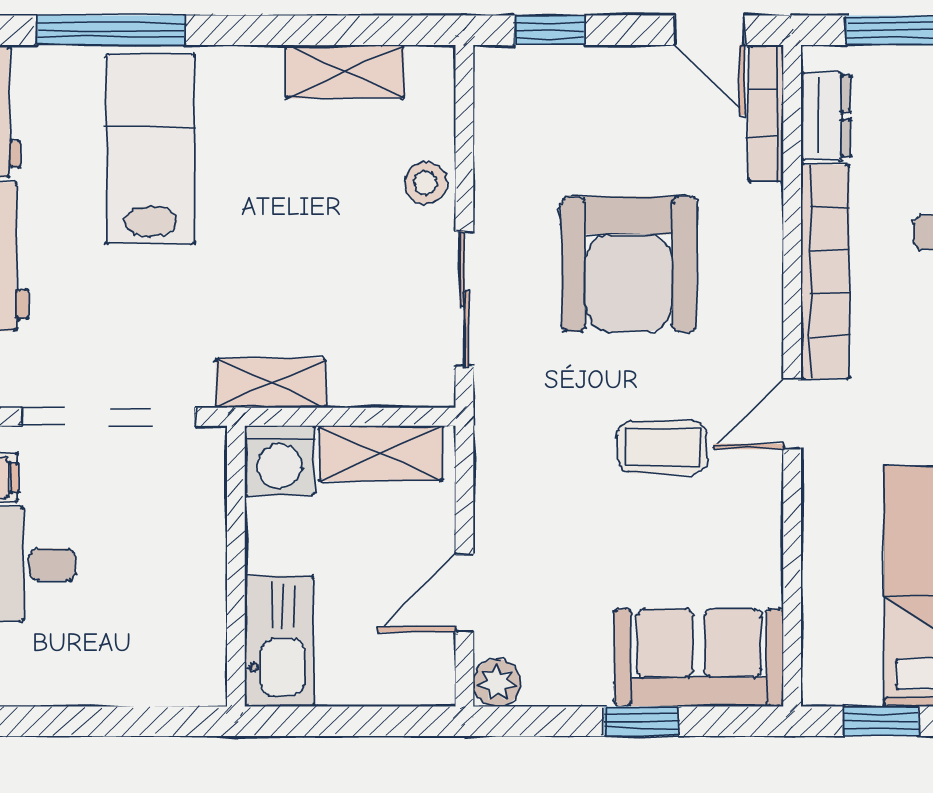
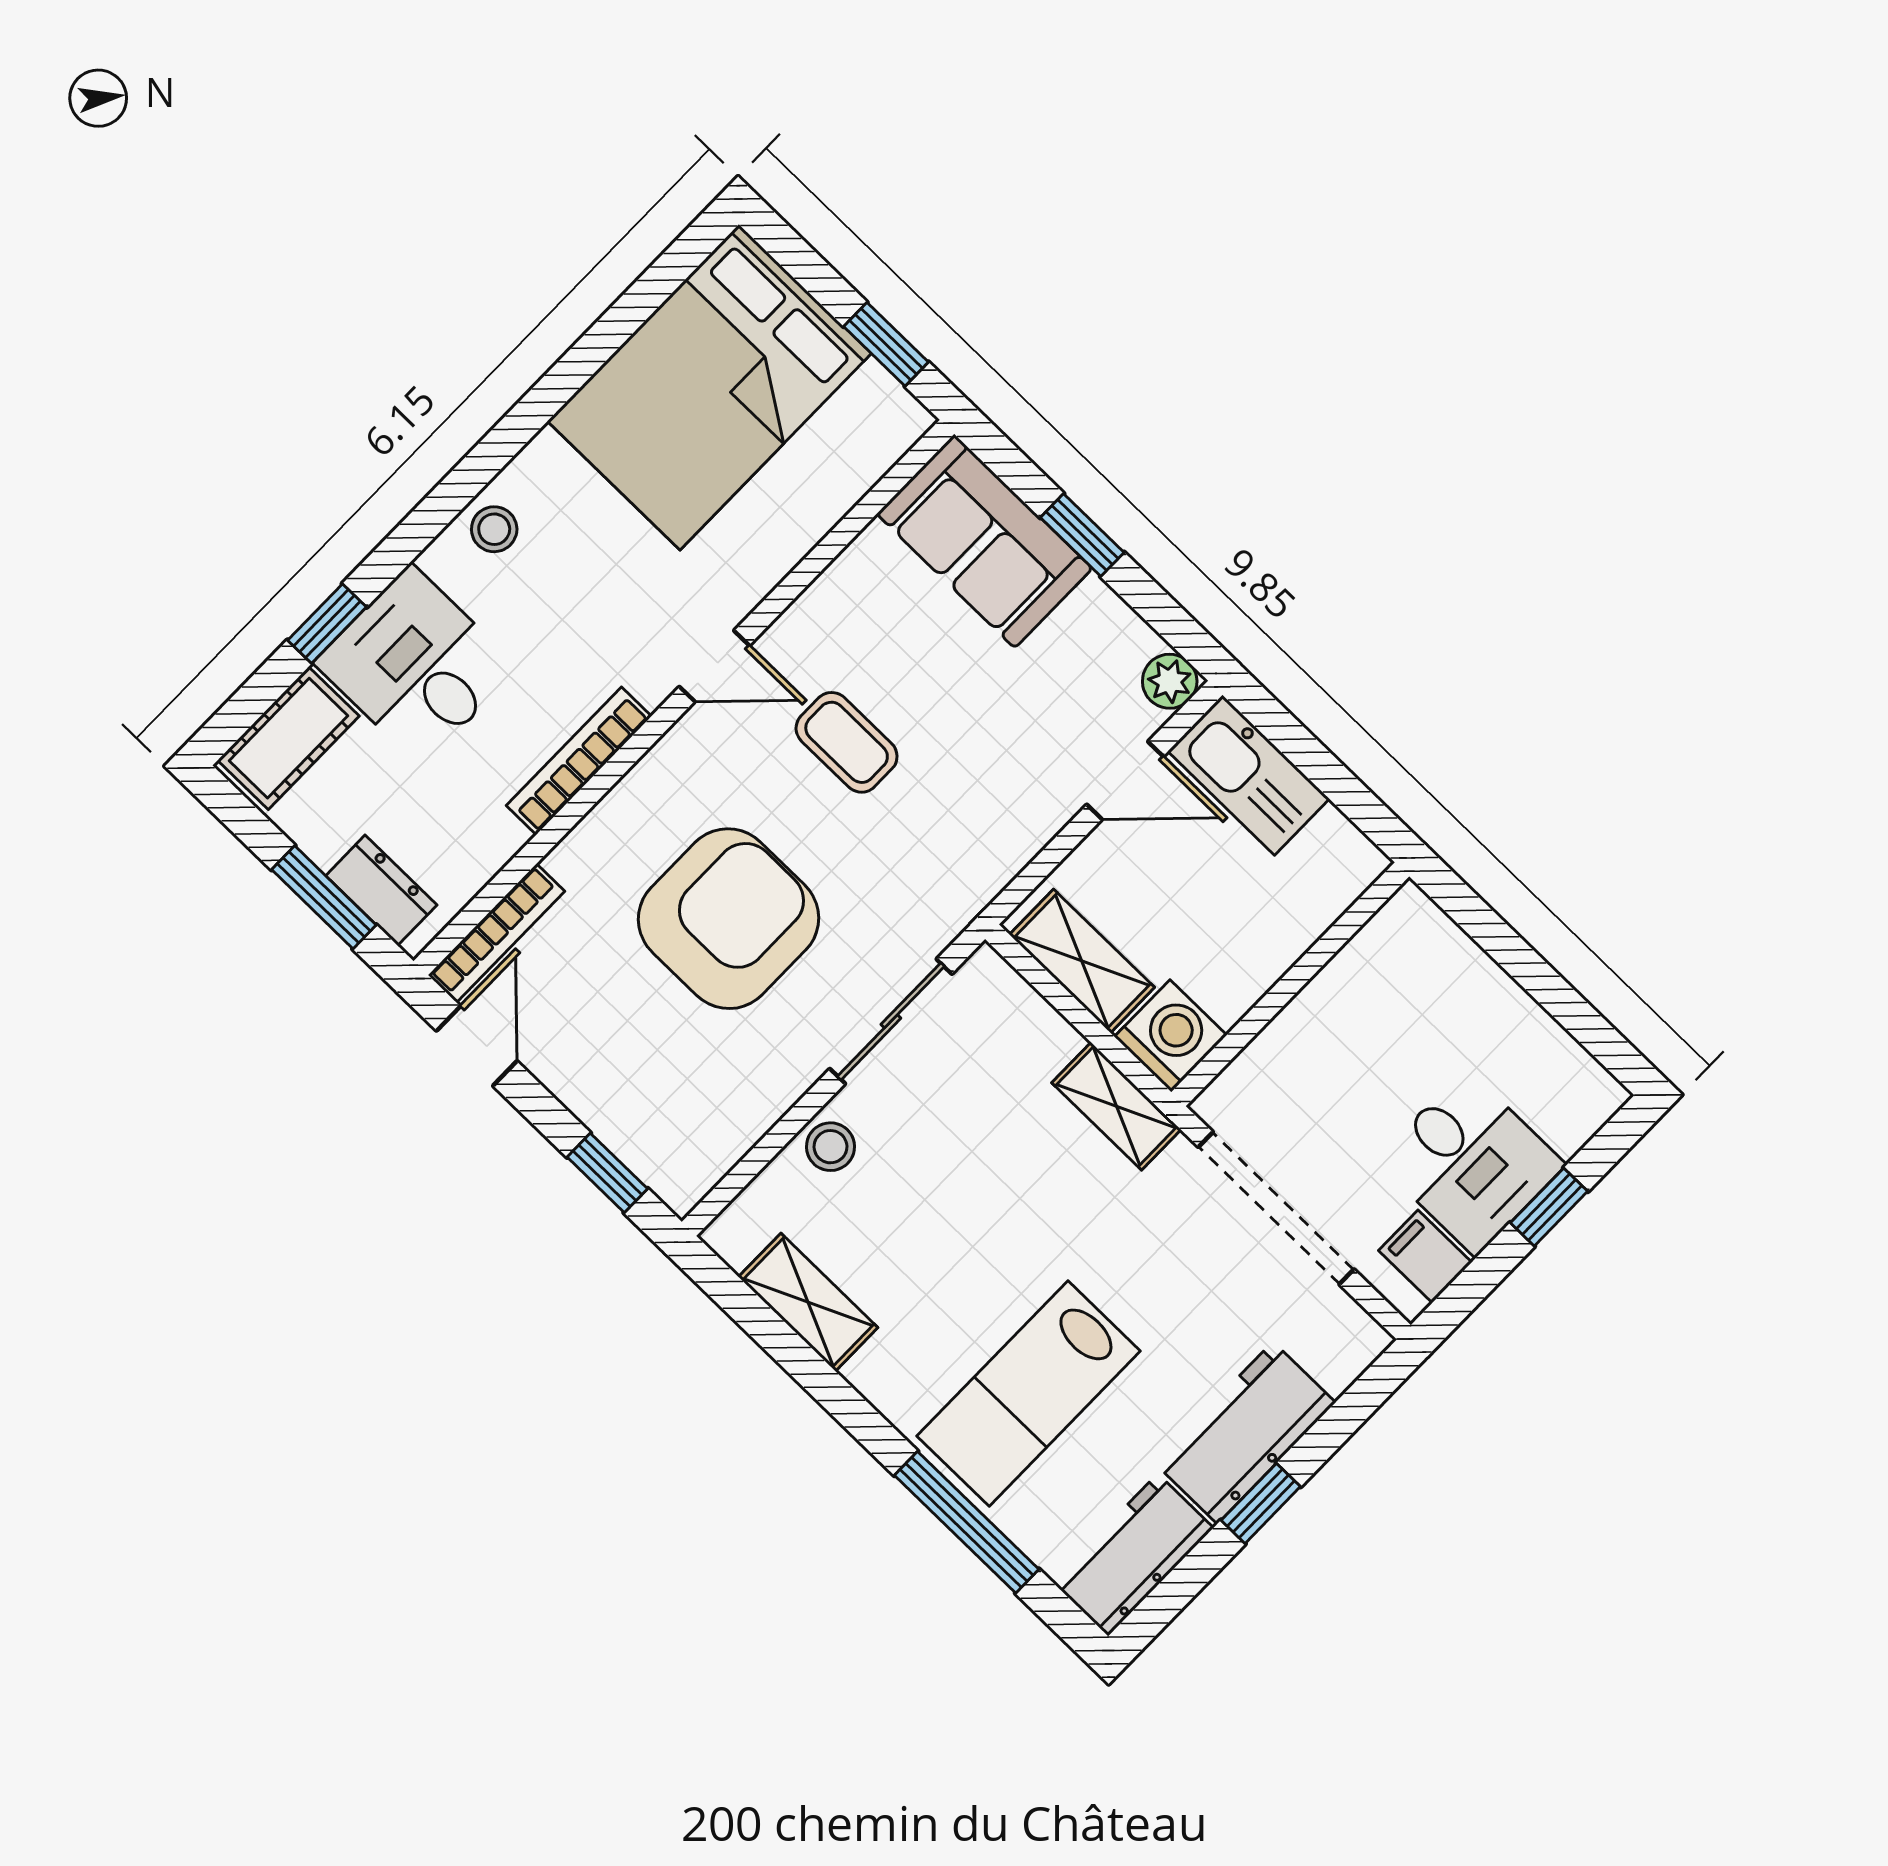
dresser: (826, 116) -> (381, 890), moved, turned 90
bookcase: (825, 272) -> (579, 761), width x0.68, depth x0.76
kitchen sink: (279, 641) -> (1249, 775), moved, turned -90

